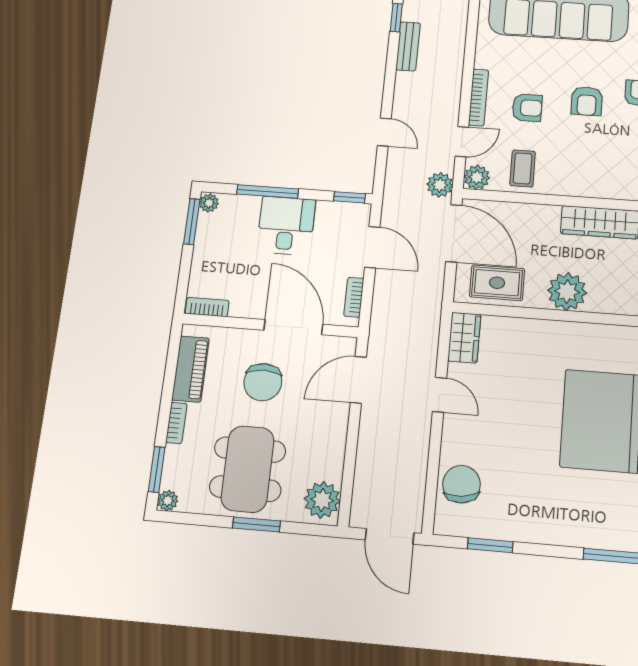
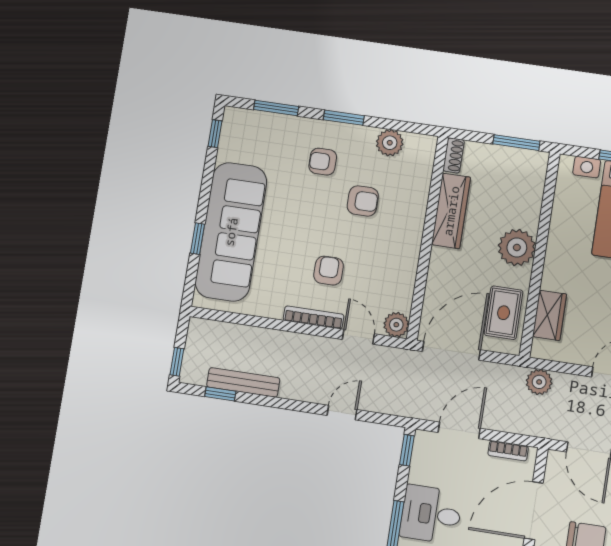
bench: (408, 46) -> (243, 382), width x1.36
armchair: (587, 101) -> (363, 201), moved
coffee table: (523, 168) -> (391, 280), removed
plant: (440, 185) -> (539, 382), moved
wardrobe: (464, 338) -> (550, 315), moved, turned 90

